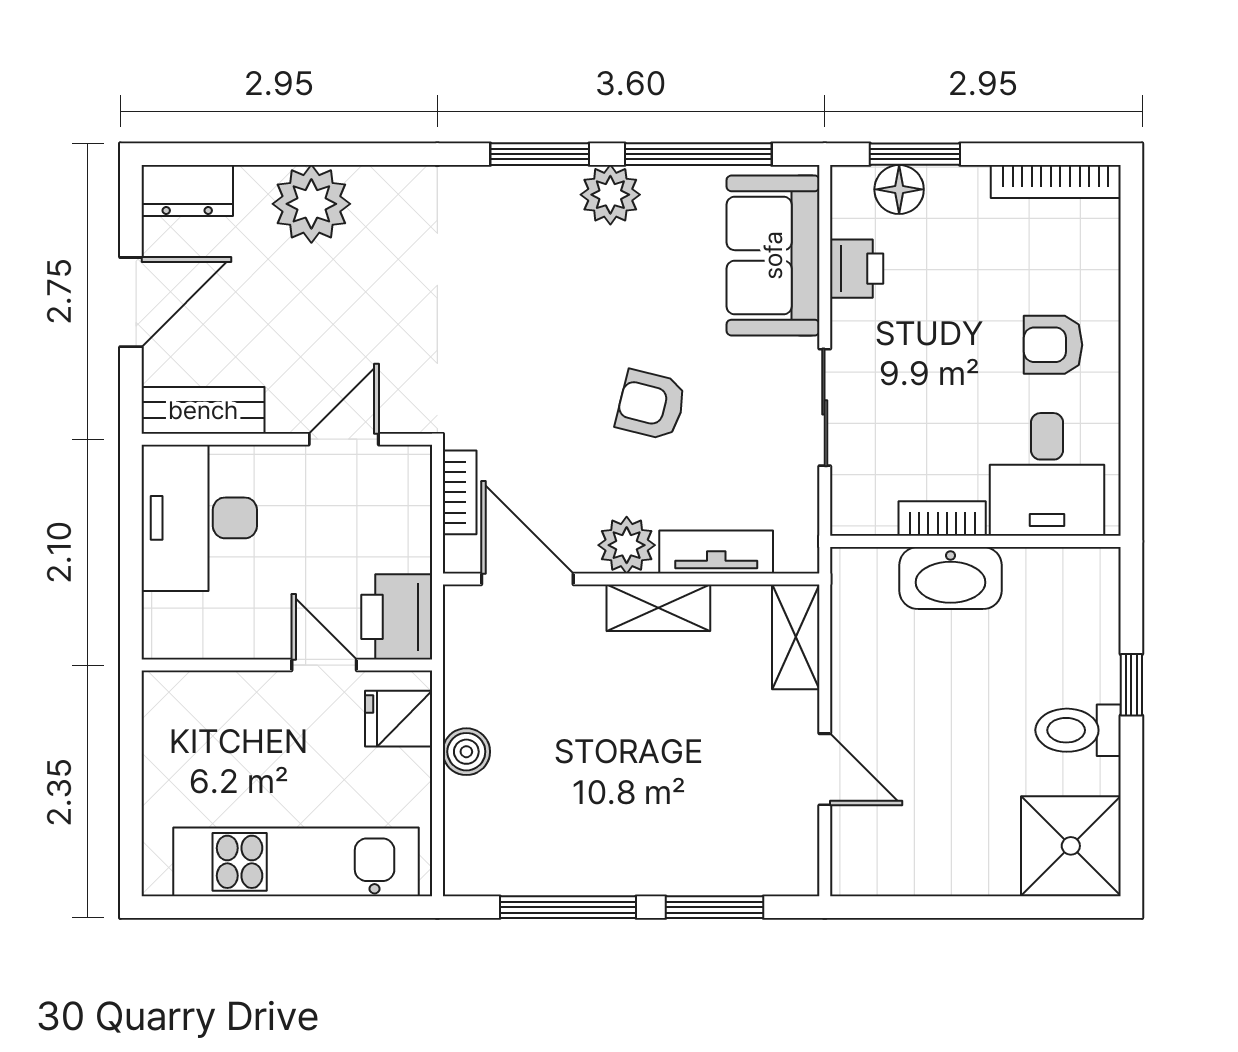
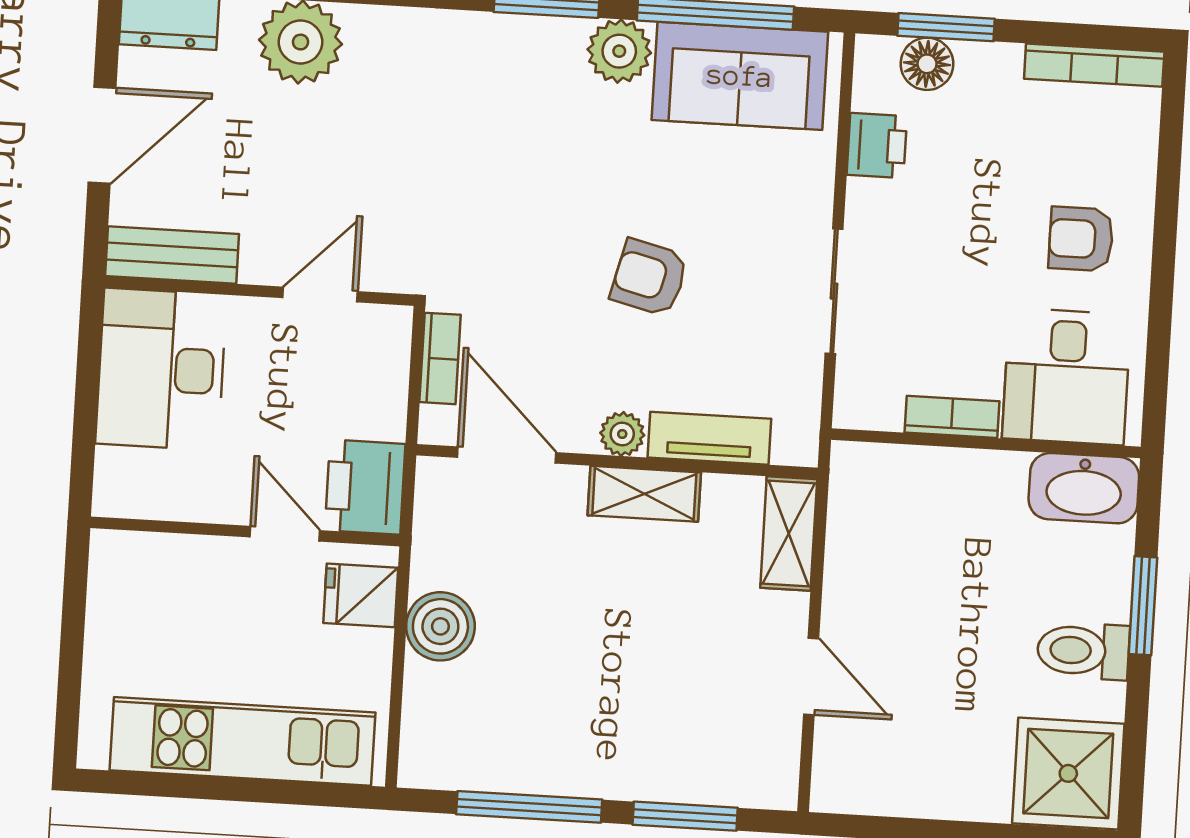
sofa: (773, 255) -> (740, 76), moved, turned -90
plant: (627, 545) -> (622, 434), width x0.73, depth x0.73
washbasin: (951, 578) -> (1084, 488), moved
window: (1131, 685) -> (1143, 606), width x1.50
boiler: (466, 752) -> (440, 626), width x1.36, depth x1.36

